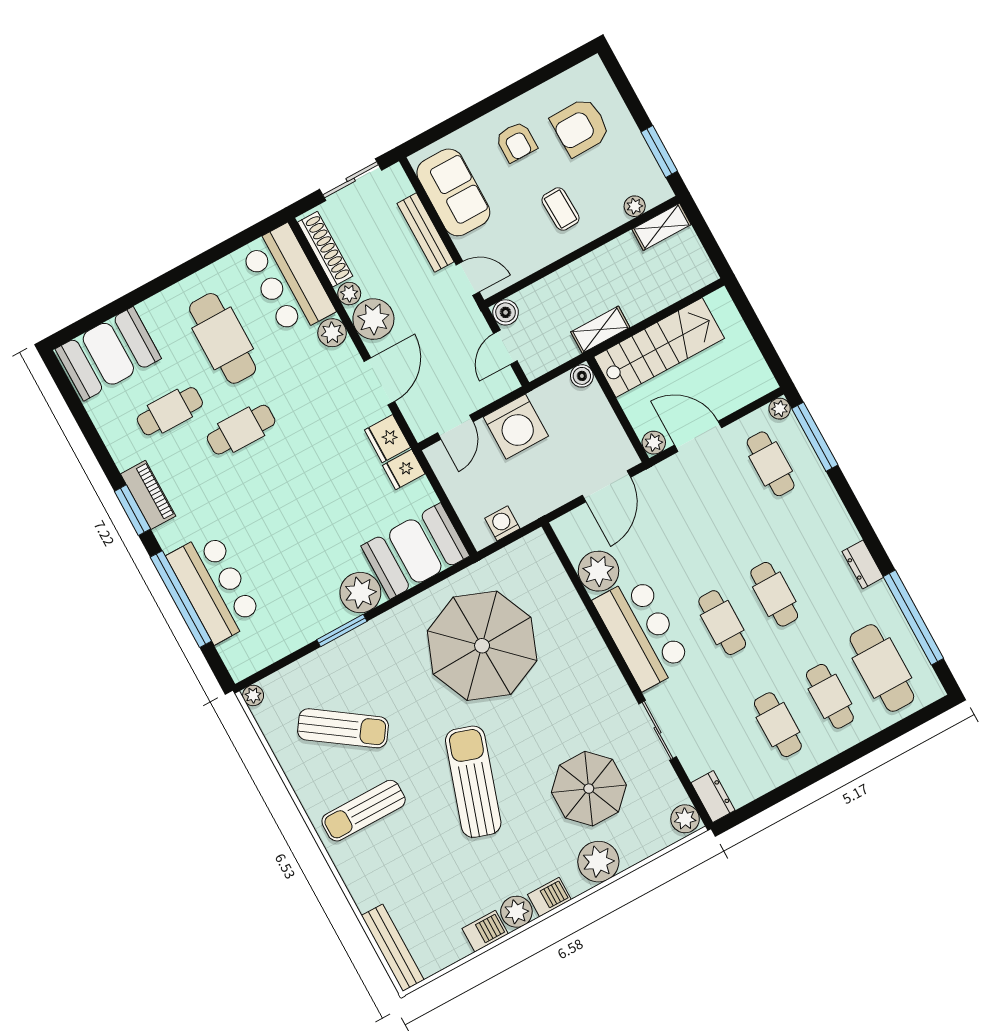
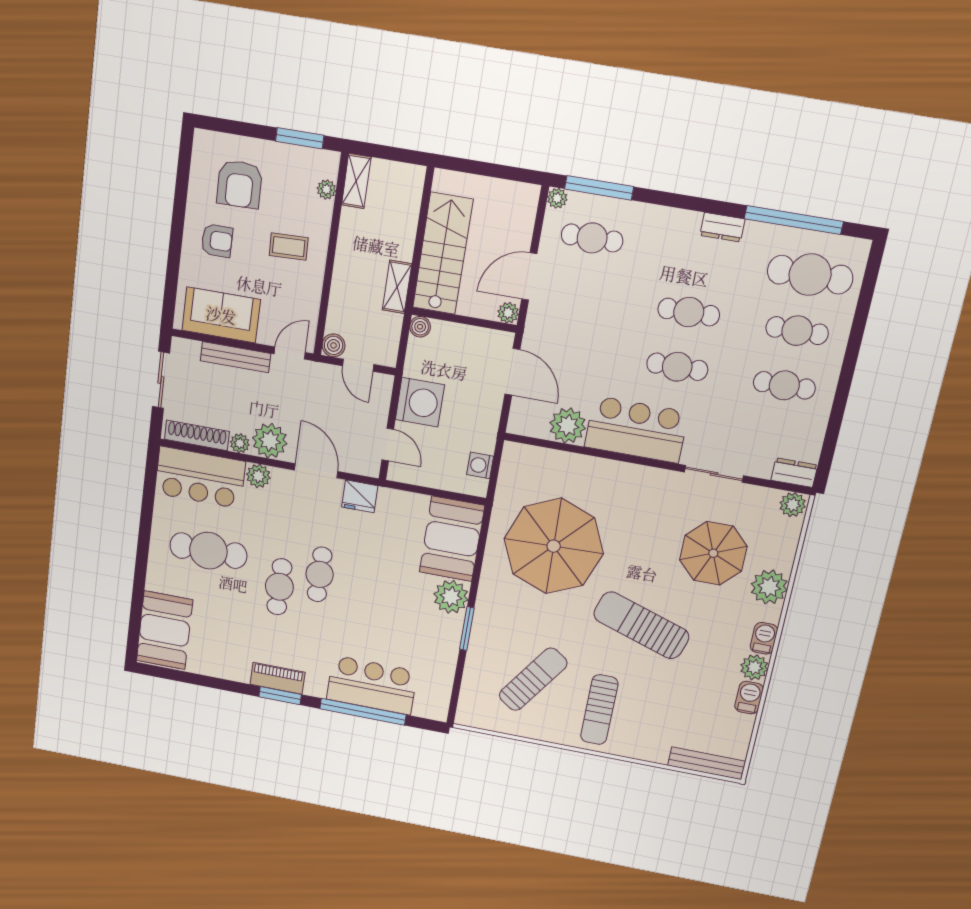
cafe table: (170, 411) -> (320, 574), moved
fridge: (404, 470) -> (390, 502), removed
plant: (253, 695) -> (464, 718), removed

